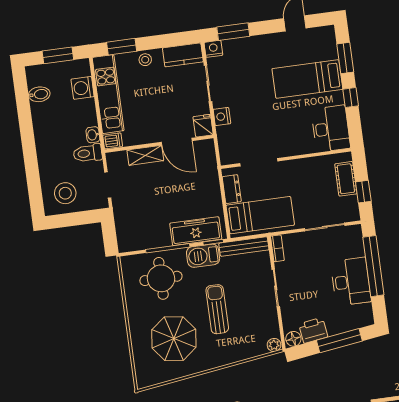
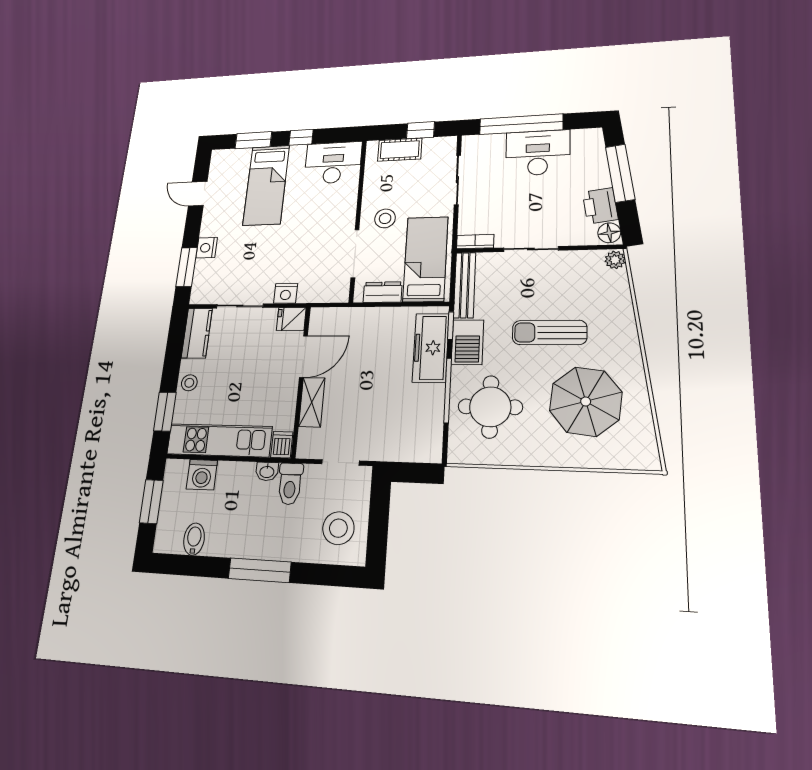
nightstand: (213, 49) -> (207, 248), moved
window: (29, 146) -> (260, 570), added
stool: (289, 179) -> (385, 218), added

